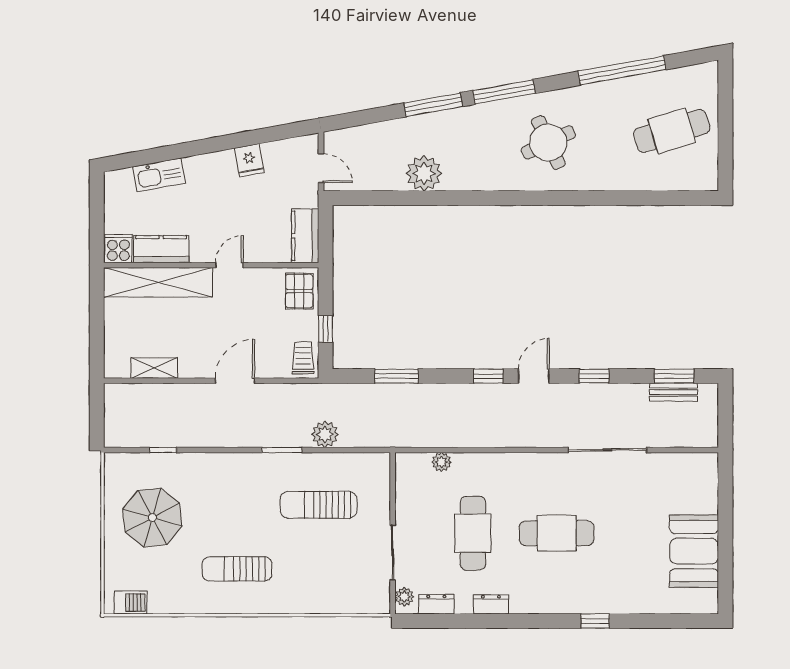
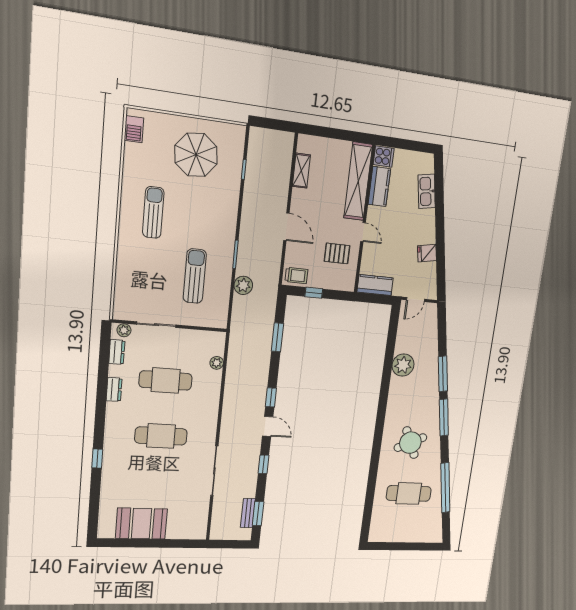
cafe table: (672, 131) -> (409, 493), moved, turned -73
pallet: (299, 291) -> (337, 253), moved
cafe table: (557, 533) -> (161, 436), turned 90

